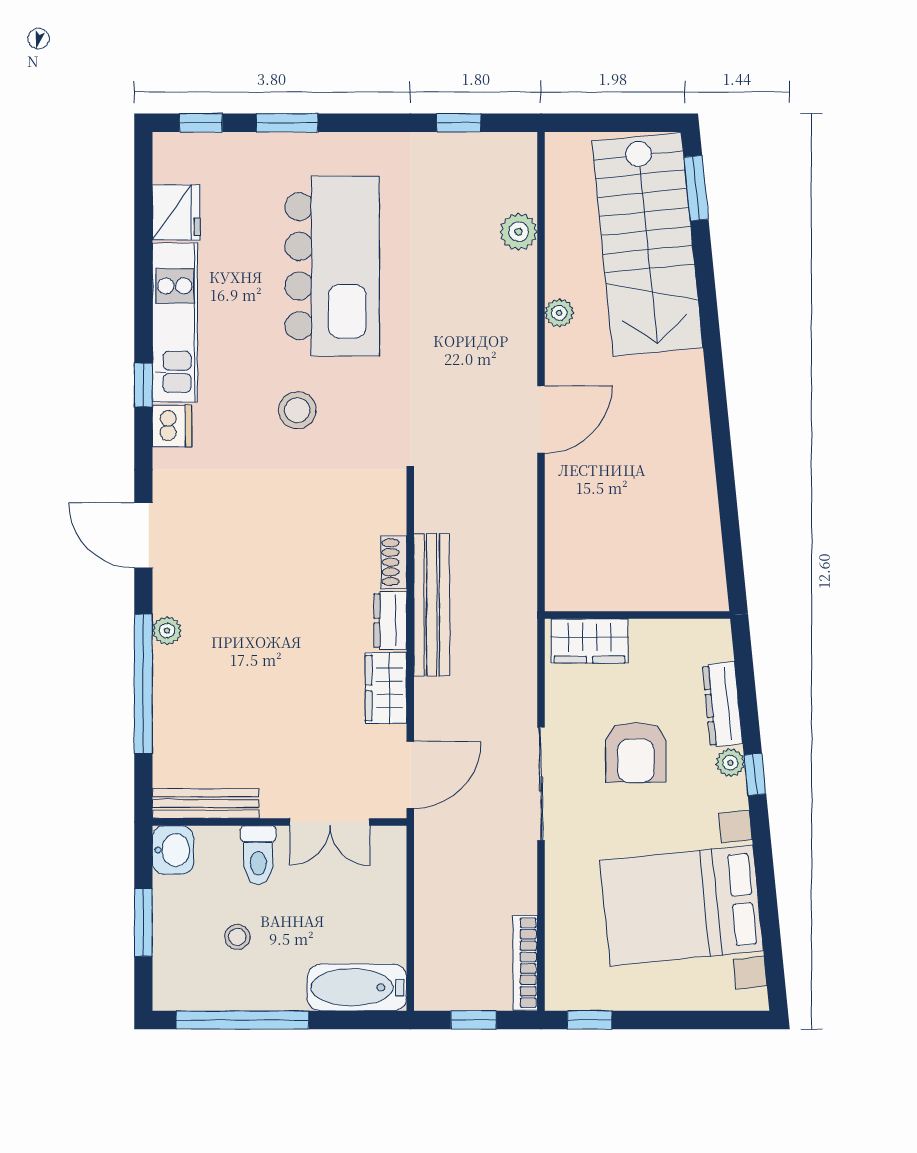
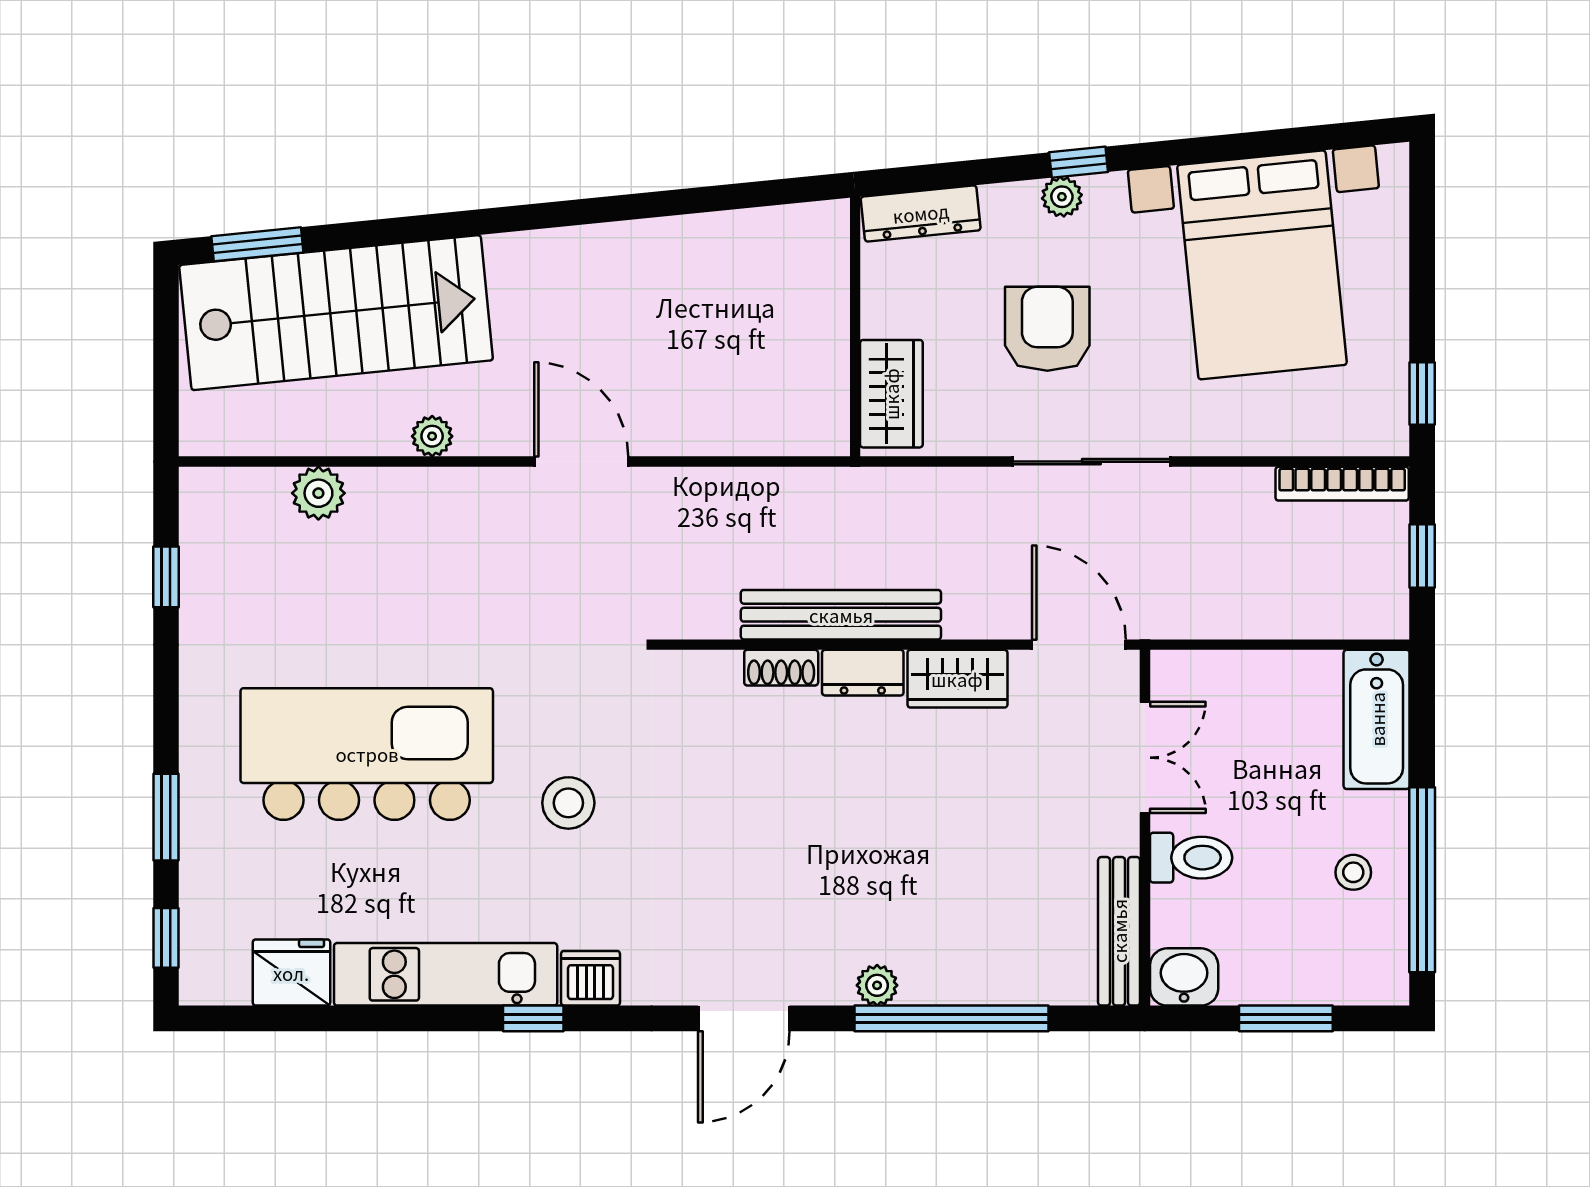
dresser: (723, 704) -> (921, 213), moved
armchair: (636, 752) -> (1047, 329), turned -90
stool: (237, 937) -> (1353, 872), moved

